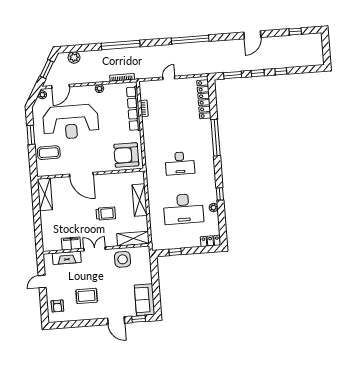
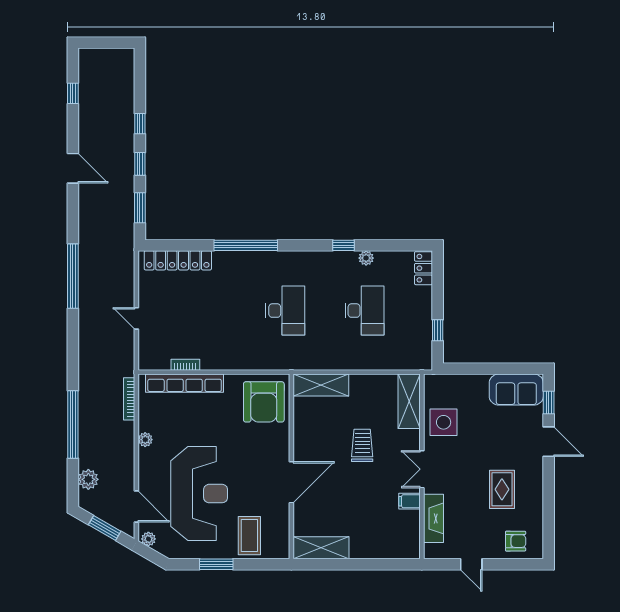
window: (121, 45) -> (73, 424), moved
shelving: (140, 200) -> (321, 385), moved
desk: (183, 209) -> (364, 311), width x0.73, depth x0.77
filing cabinet: (71, 244) -> (409, 501), width x0.50
door: (116, 321) -> (549, 442), hinge flipped

